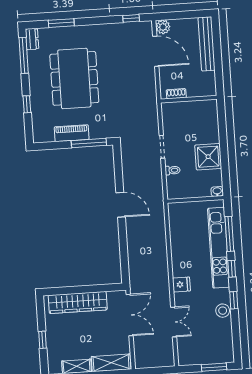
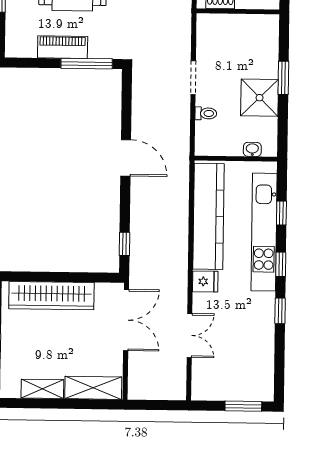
window: (223, 142) -> (283, 78), added
washbasin: (217, 191) -> (252, 149), moved
window: (229, 234) -> (281, 213), width x0.46
kitchen counter: (180, 240) -> (208, 216), added
window: (124, 263) -> (125, 244), added
stool: (223, 311) -> (263, 325), removed

